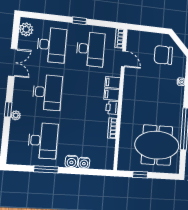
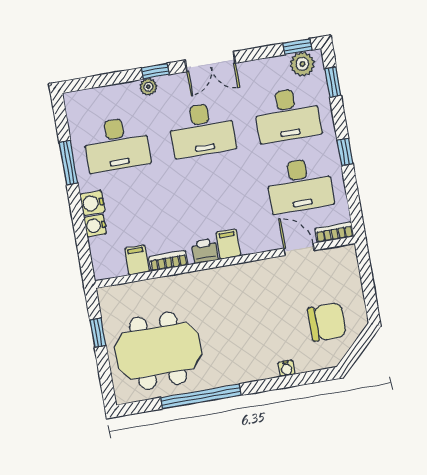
window: (41, 16) -> (333, 82), added
window: (16, 29) -> (297, 47), added
chair: (163, 55) -> (327, 322), turned 90
door: (124, 59) -> (299, 249), swing flipped
double door: (13, 62) -> (210, 62), moved
filing cabinet: (113, 82) -> (137, 260), moved
meeting table: (157, 145) -> (158, 351), turned 90

